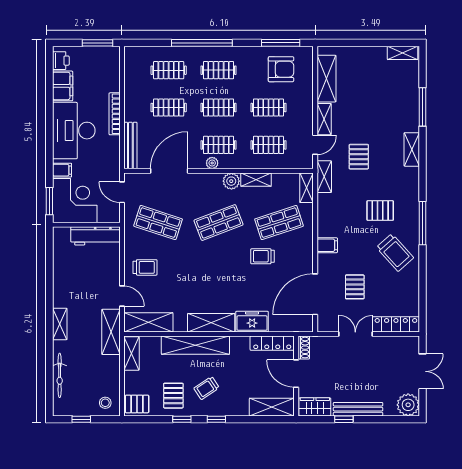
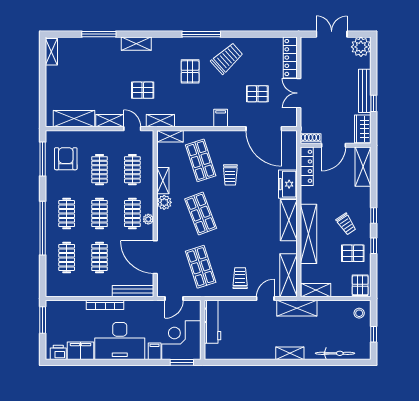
shop shelf: (158, 223) -> (201, 267), turned -36

